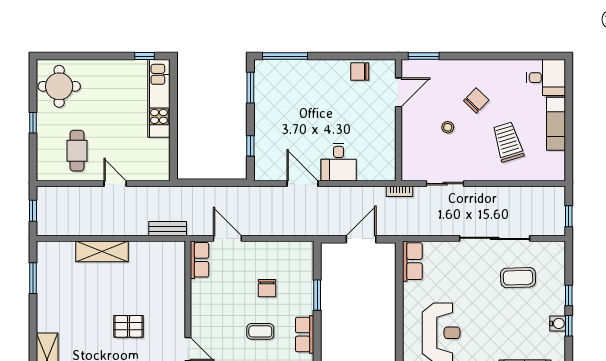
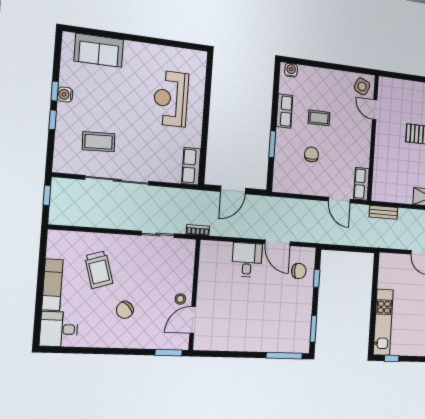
chair: (360, 71) -> (299, 271), moved
stool: (448, 127) -> (180, 299), moved

